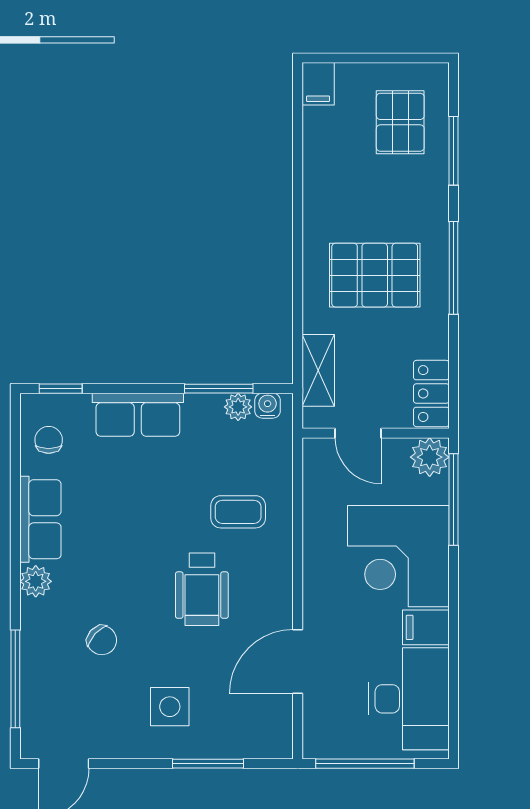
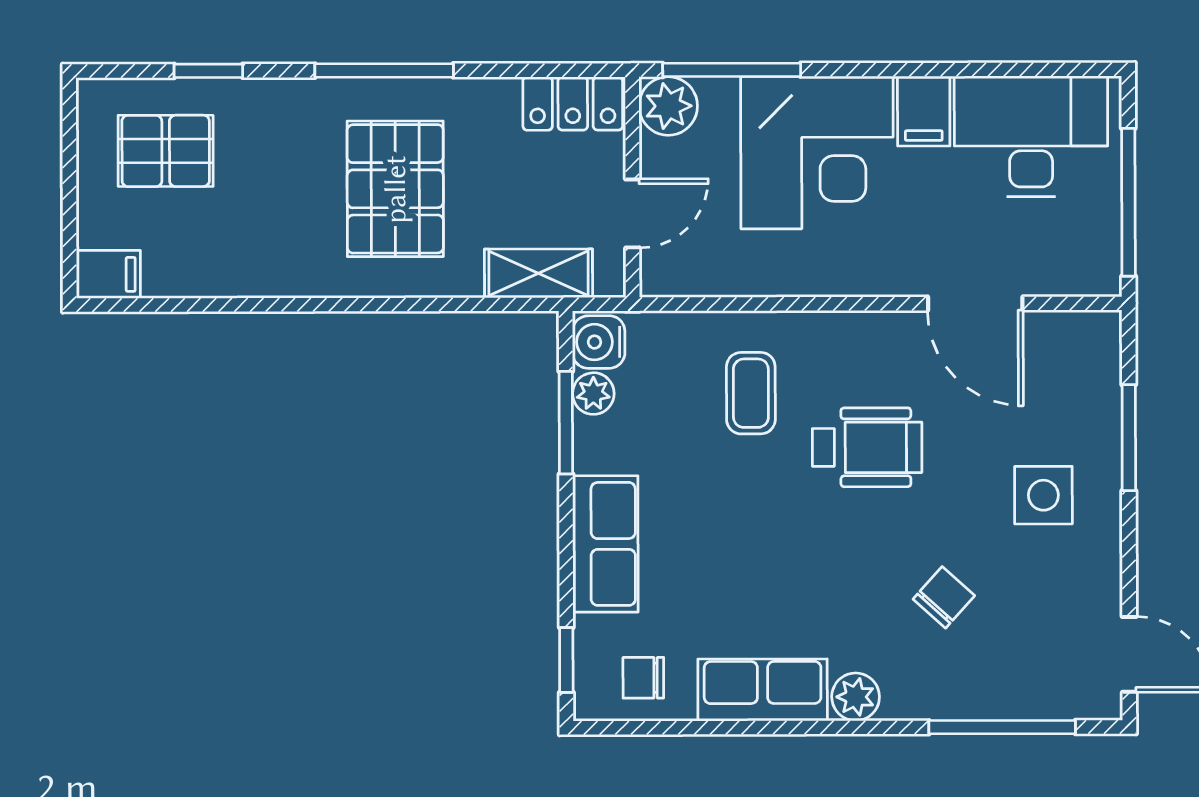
window: (454, 151) -> (208, 71), width x0.67
water cooler: (268, 406) -> (599, 342), width x1.38, depth x1.38

